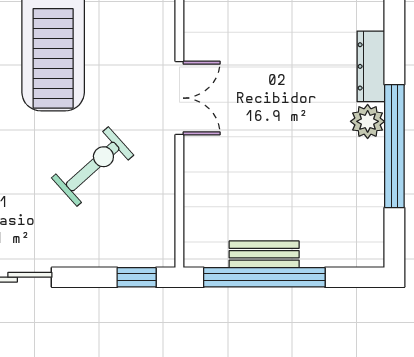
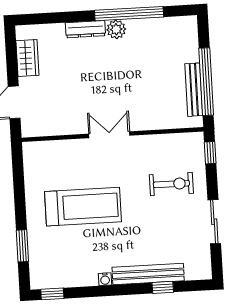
exercise bike: (93, 166) -> (171, 184), moved, turned 132
bench: (264, 254) -> (194, 90), width x1.36

